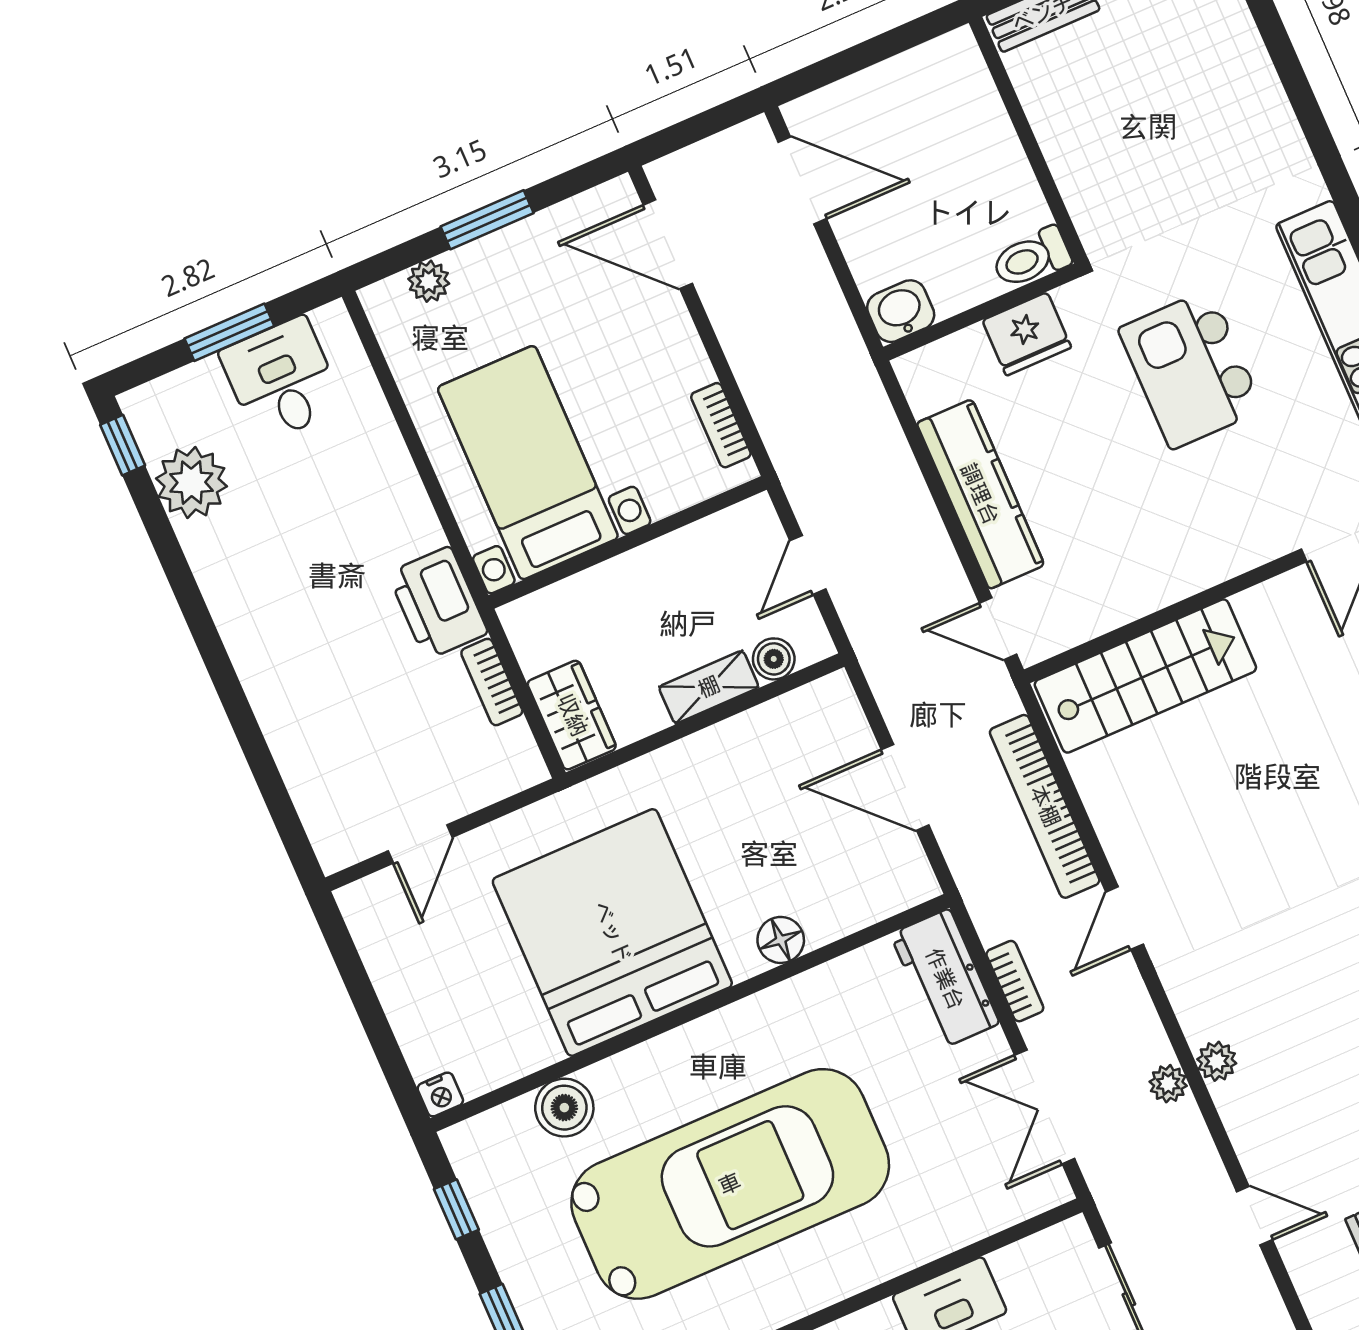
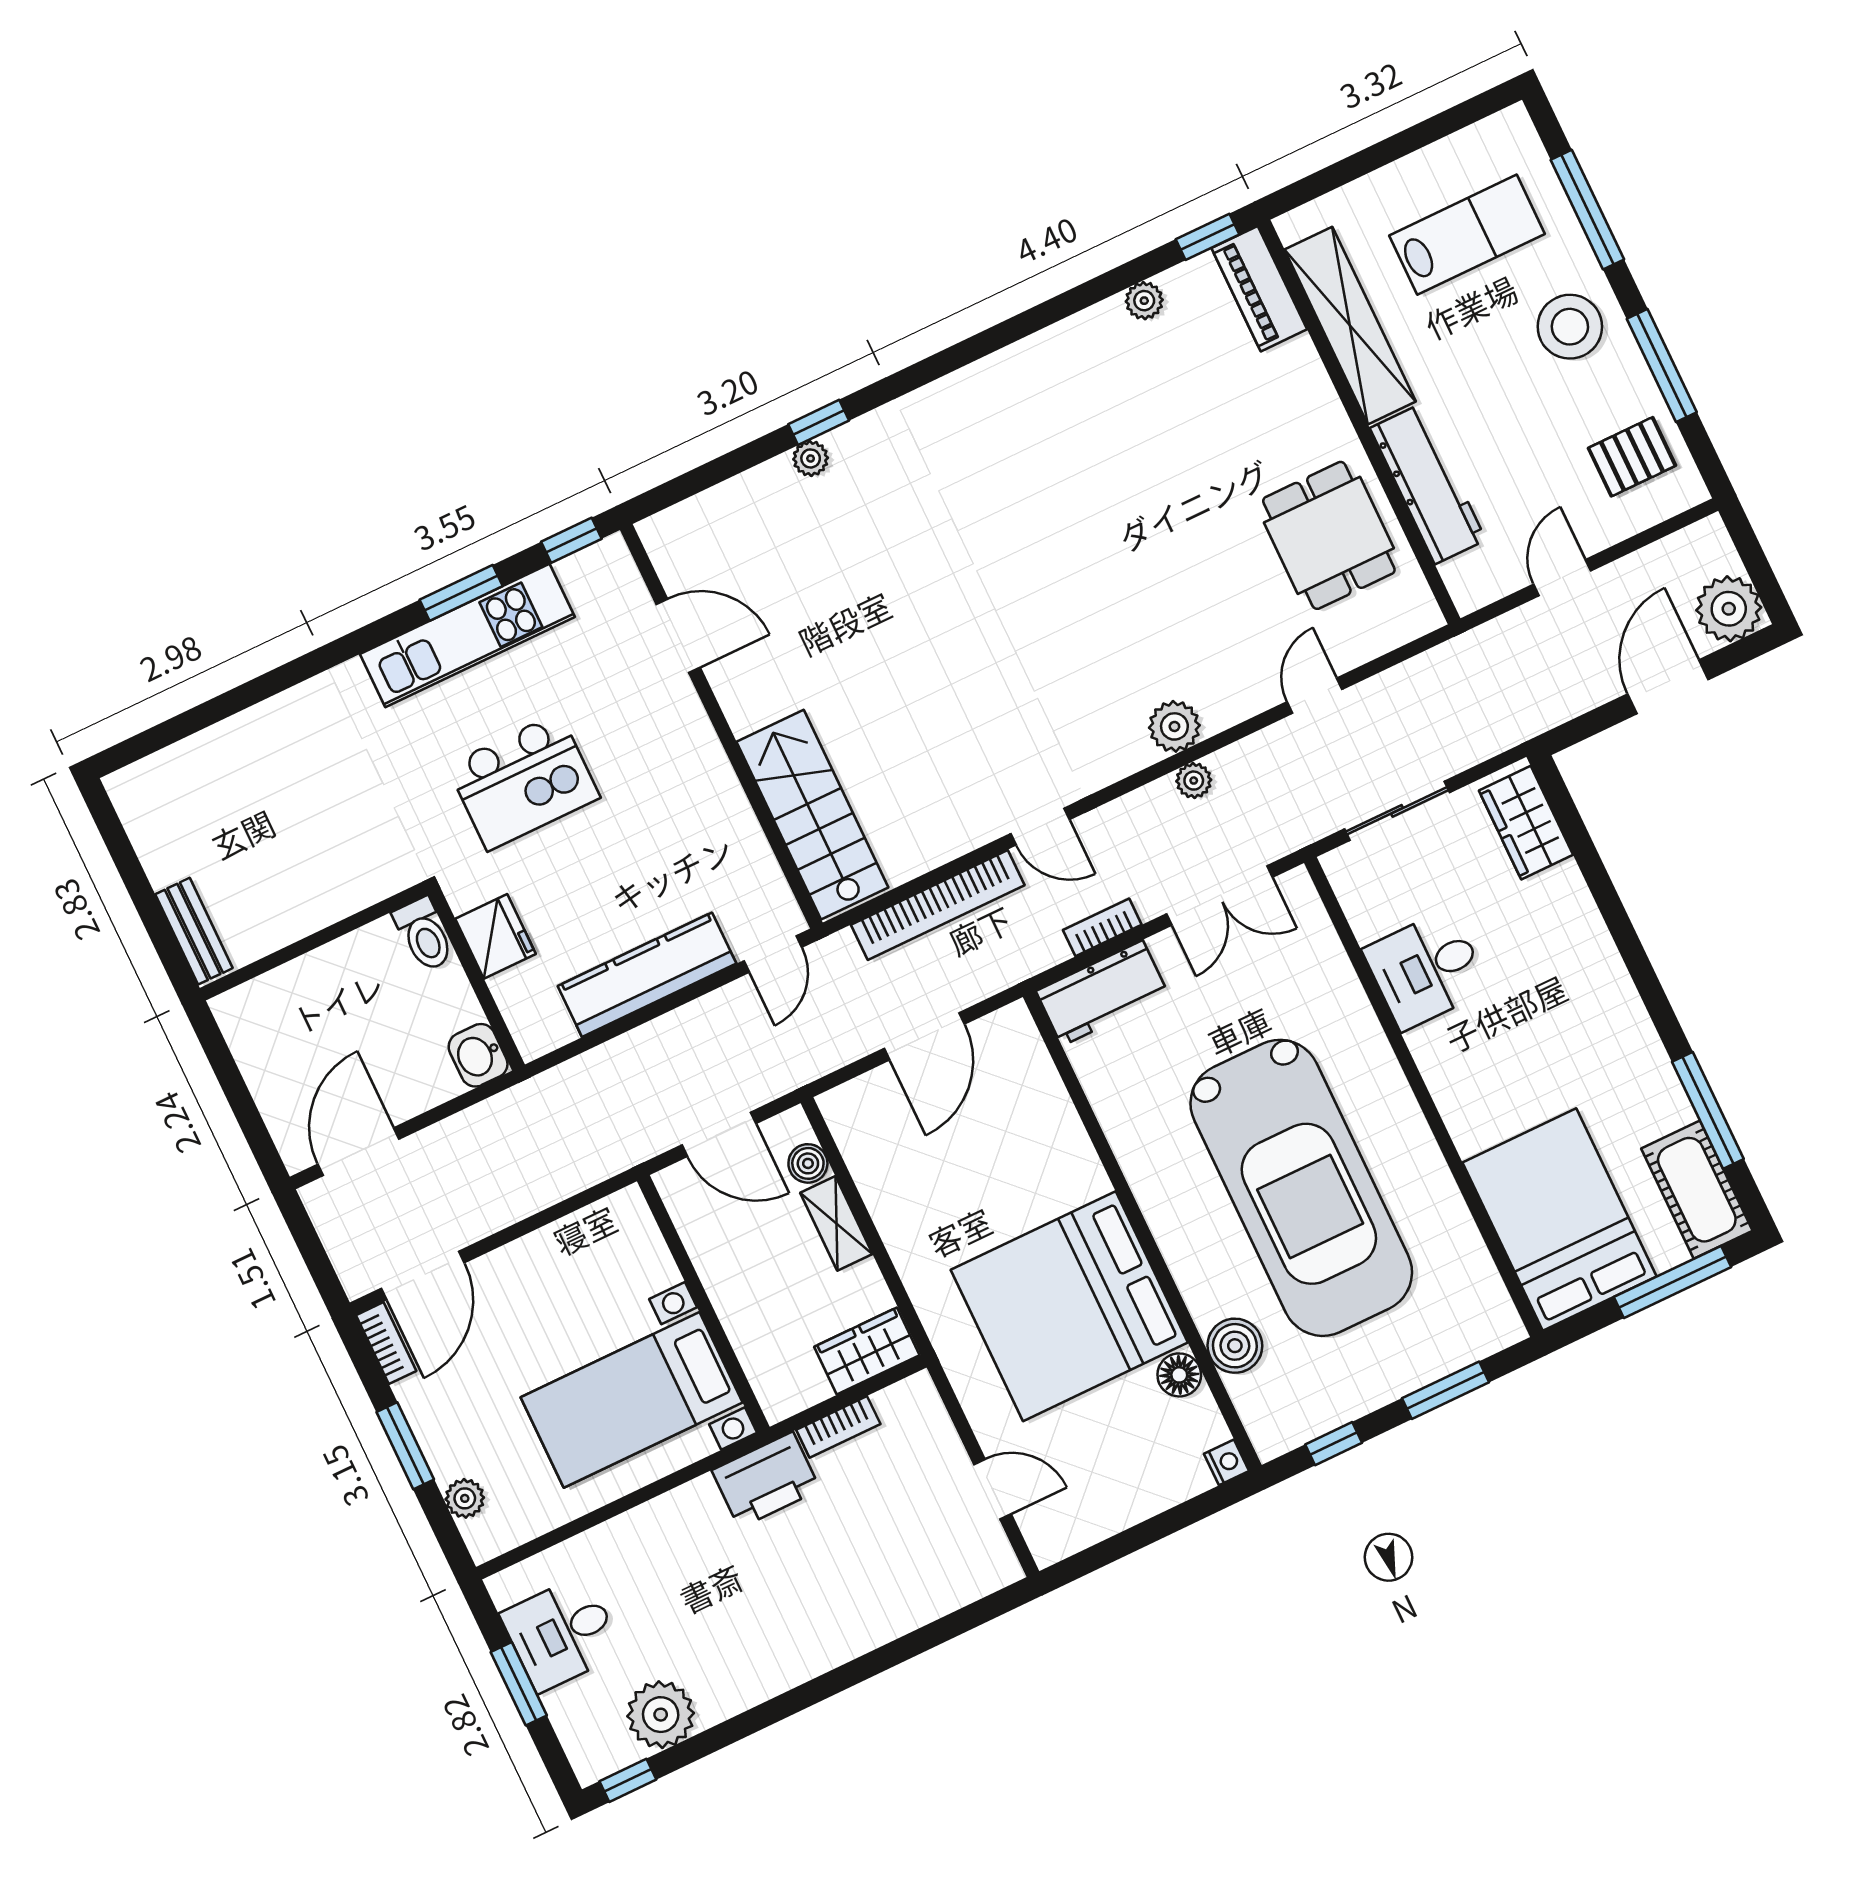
bookcase: (721, 425) -> (386, 1343), moved, turned -90
door: (808, 565) -> (719, 1134), width x1.38
floor lamp: (781, 940) -> (1179, 1375), moved
plant: (1217, 1061) -> (1174, 726), width x1.38, depth x1.38
car: (730, 1184) -> (1301, 1188), turned 180

